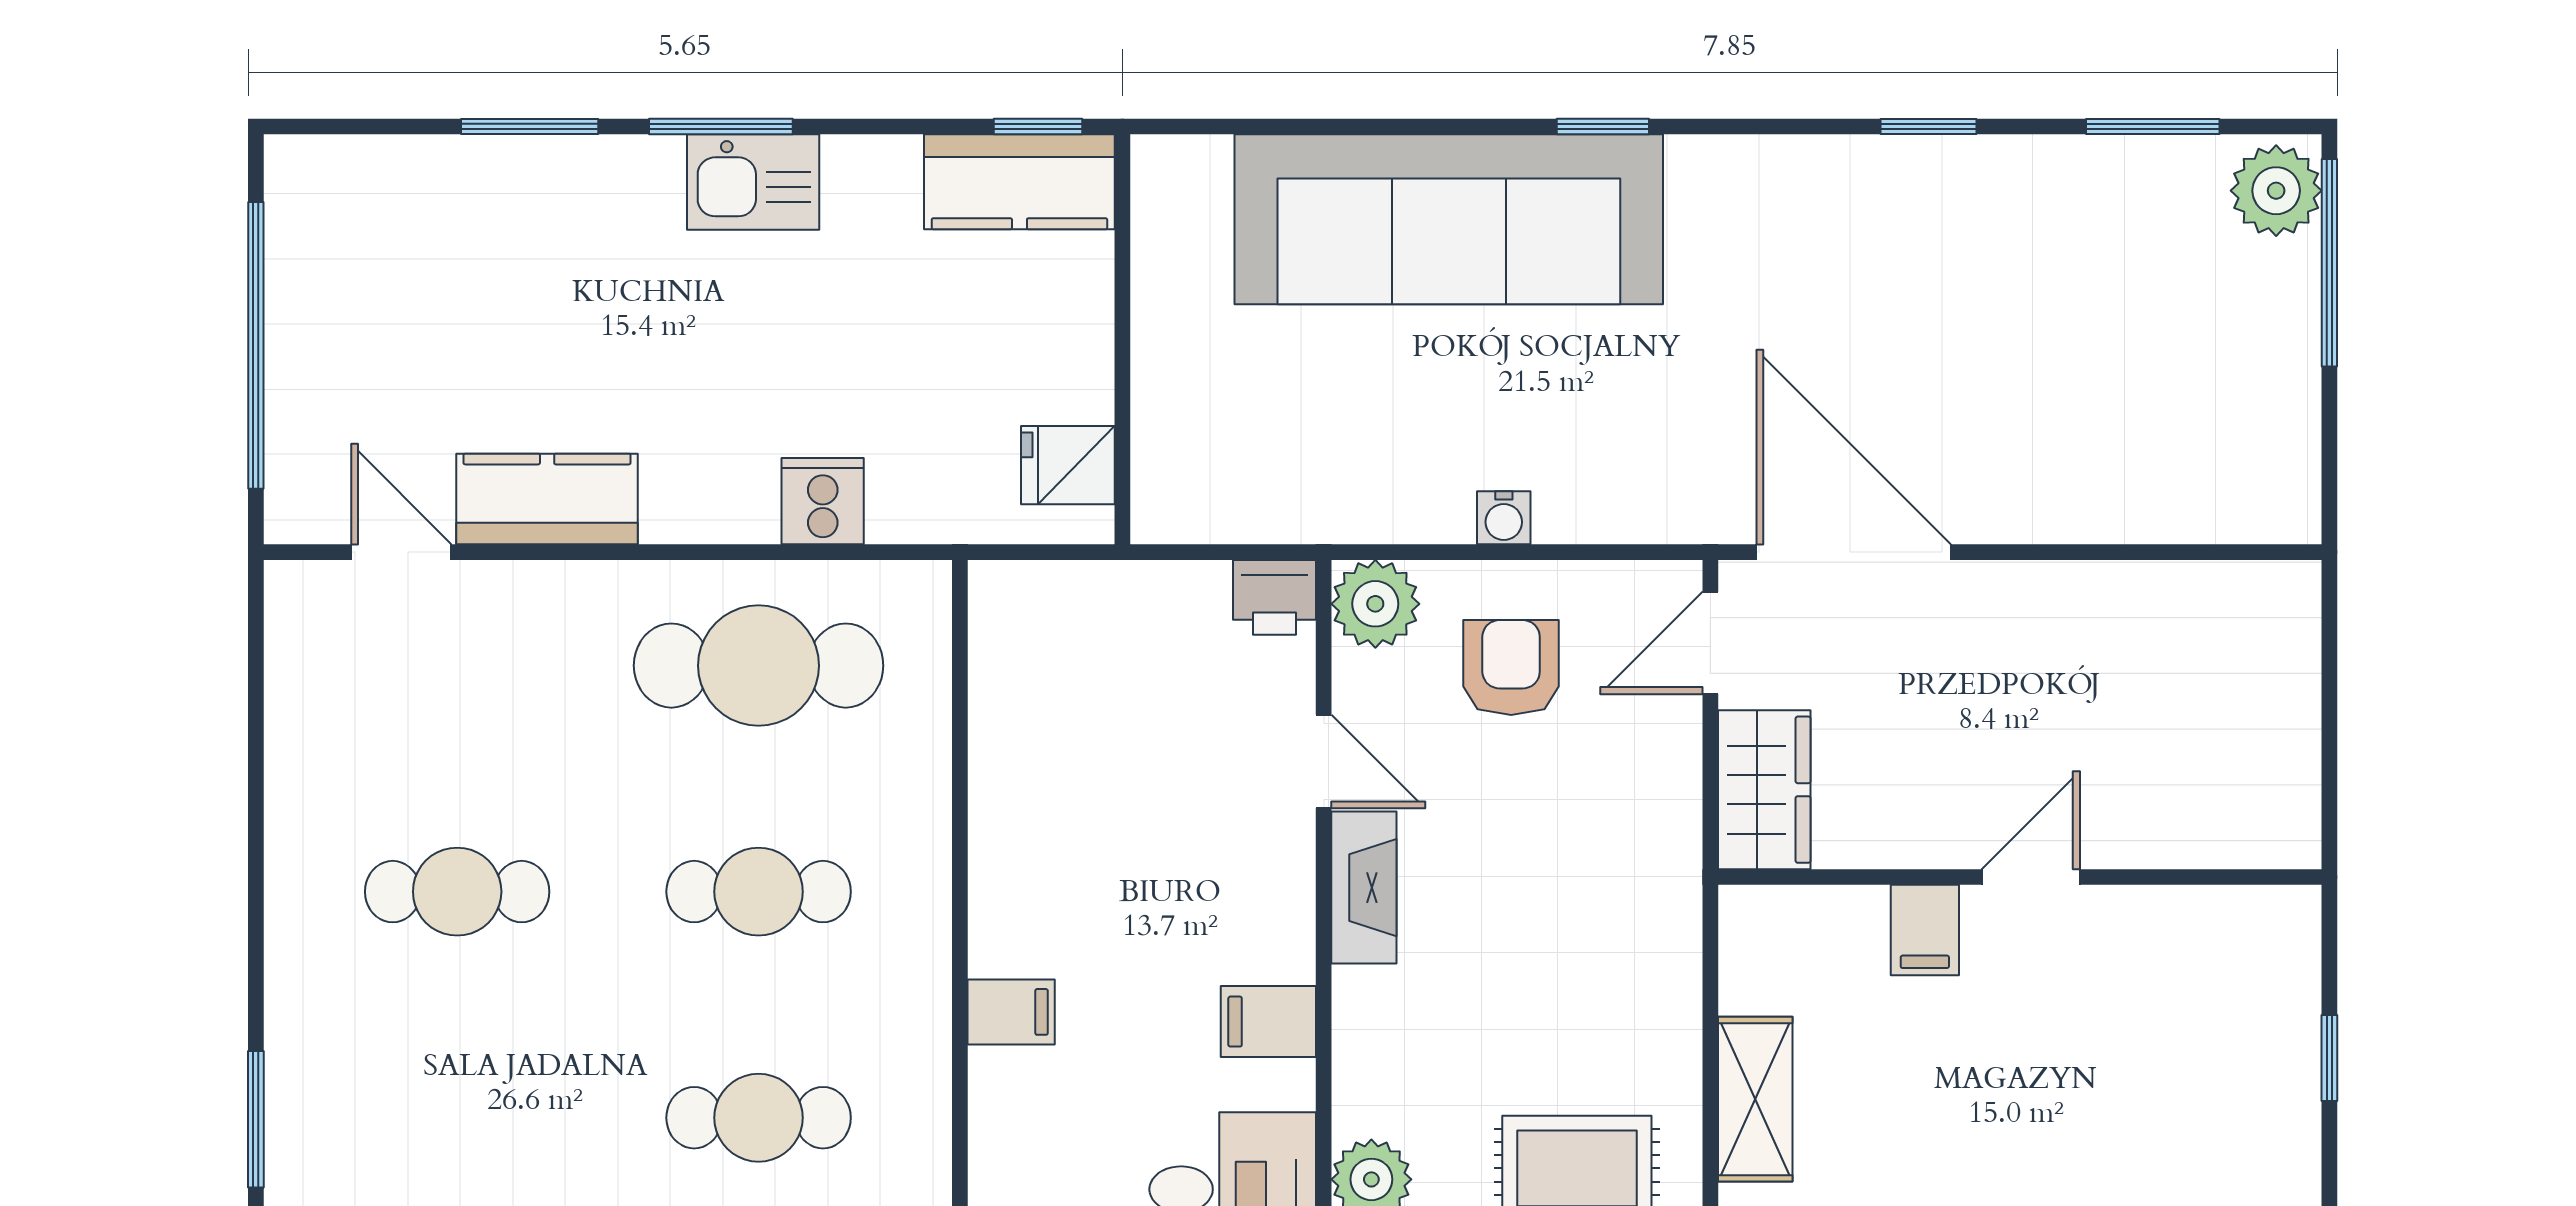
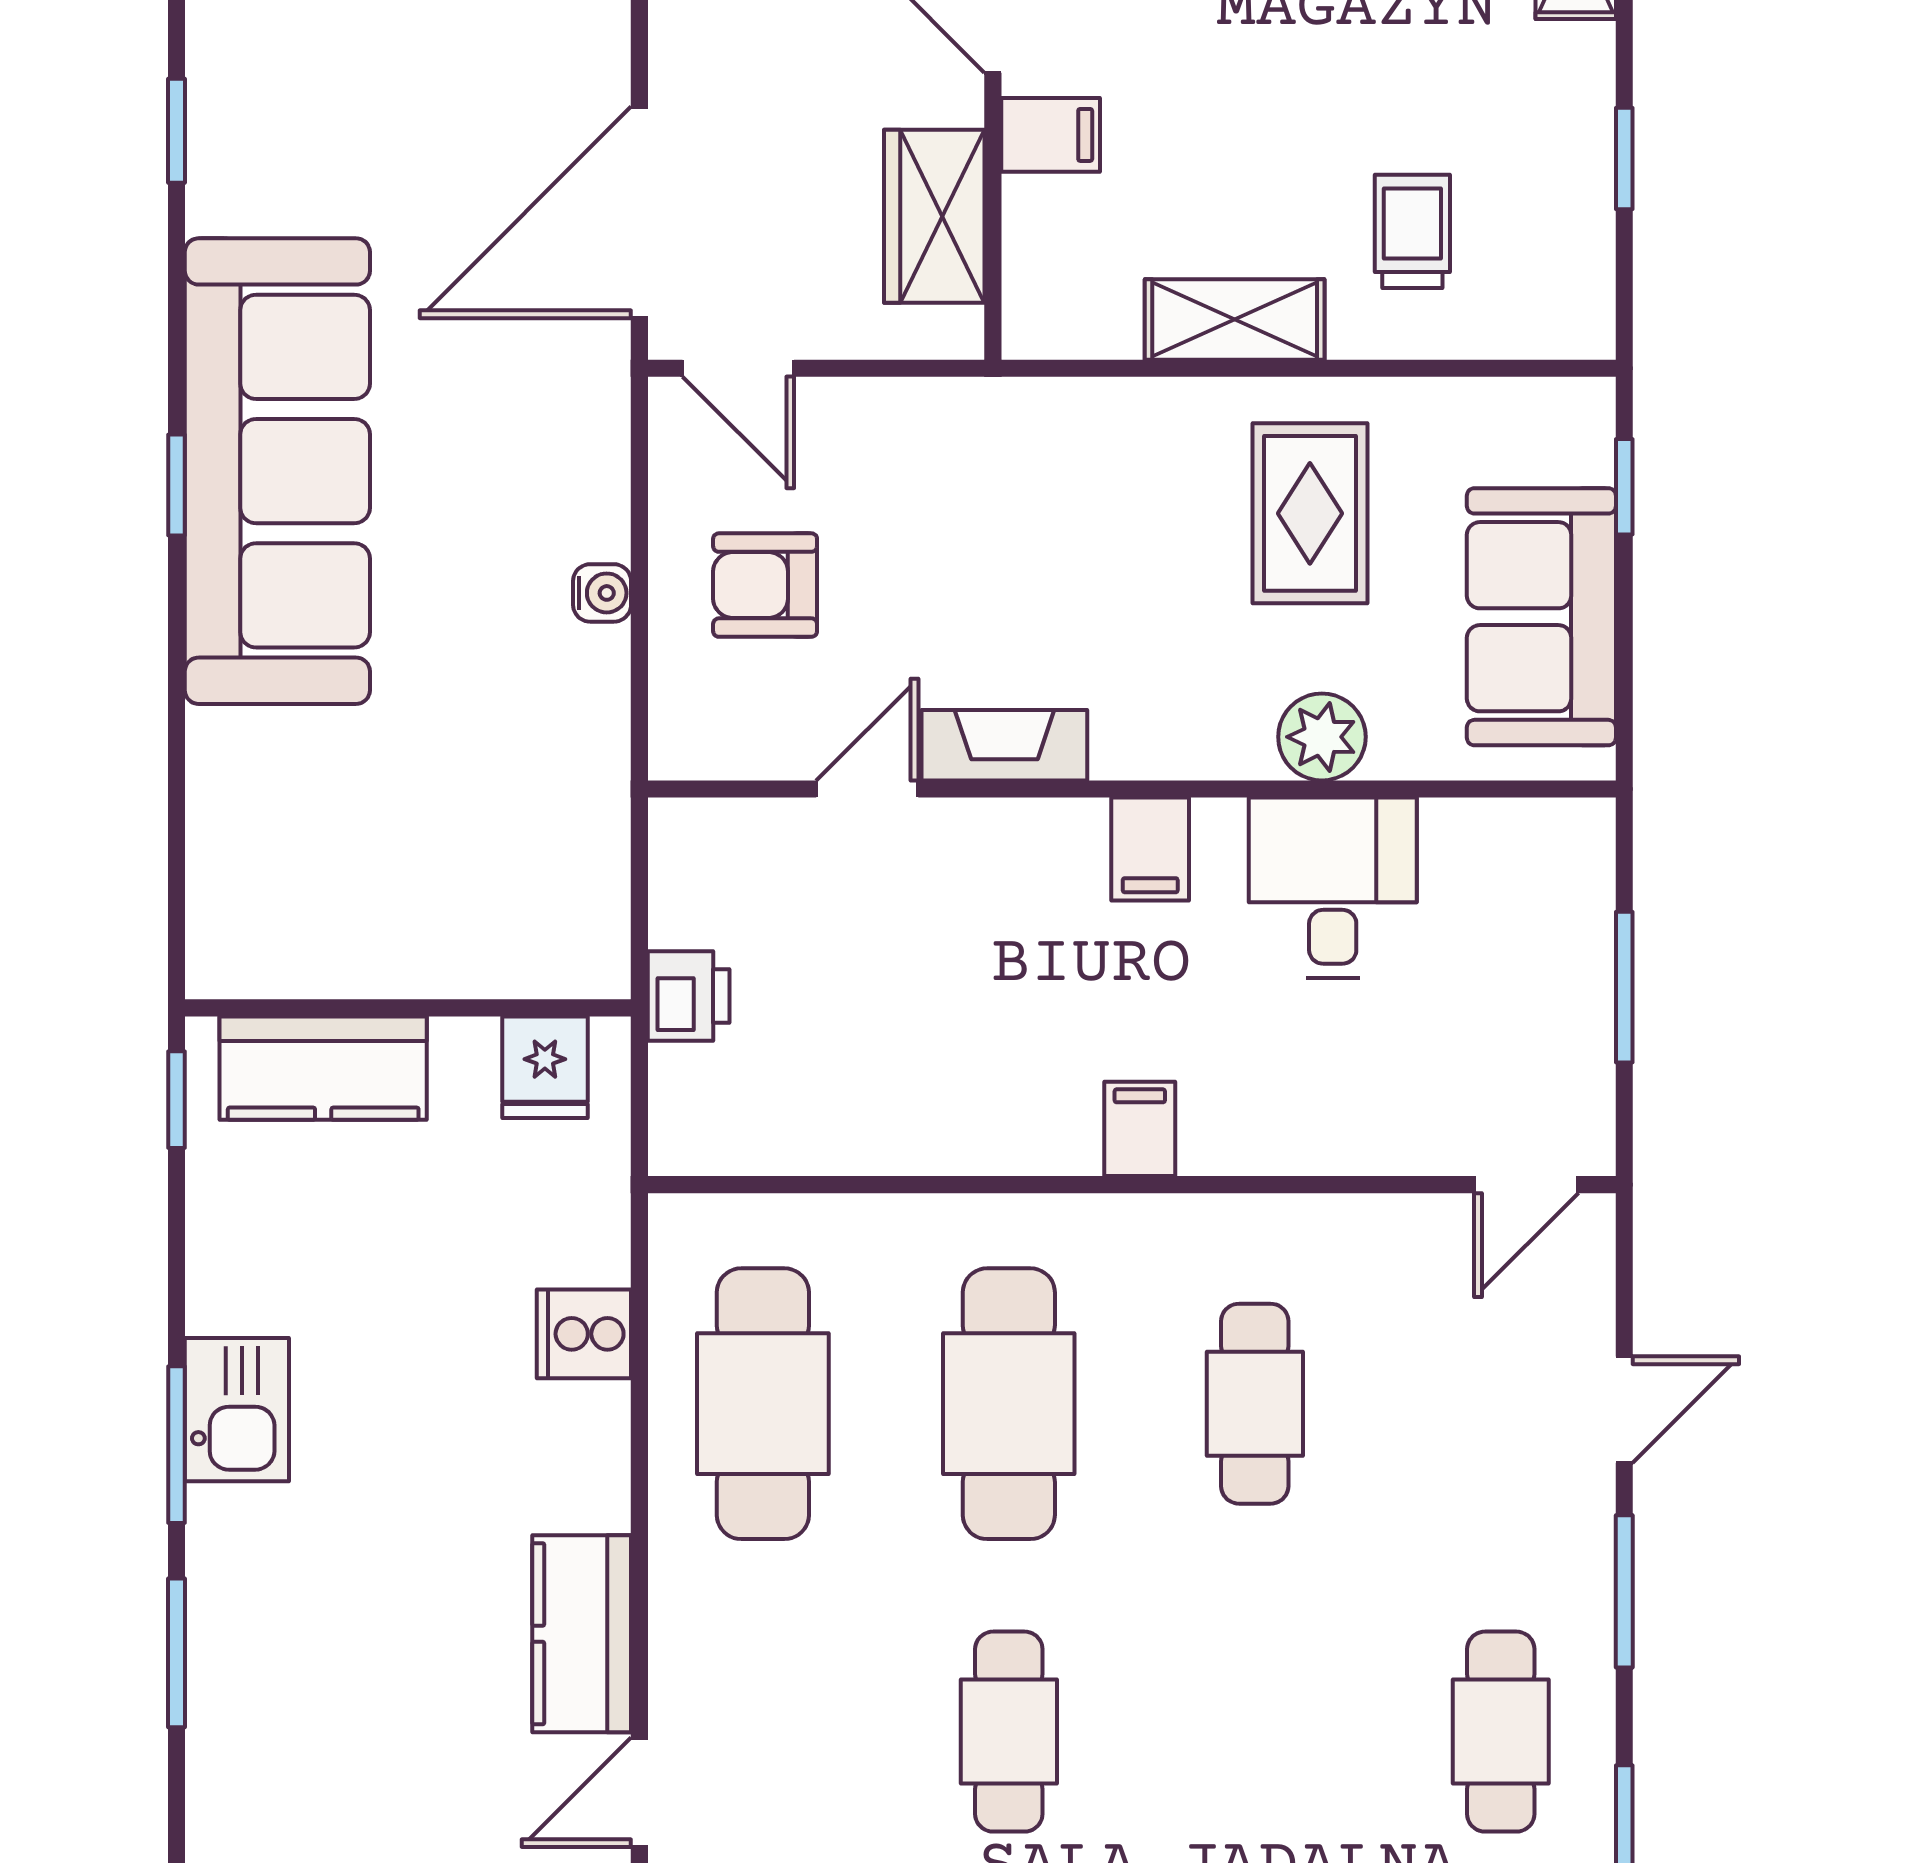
kitchen counter: (1019, 182) -> (323, 1068), moved, turned 90
sofa: (1449, 219) -> (277, 471), moved
printer: (1274, 597) -> (689, 996), moved
plant: (1375, 604) -> (696, 733), removed
wardrobe: (1764, 790) -> (934, 216), moved, turned -90
cafe table: (759, 892) -> (1009, 1404), width x1.37, depth x1.35

